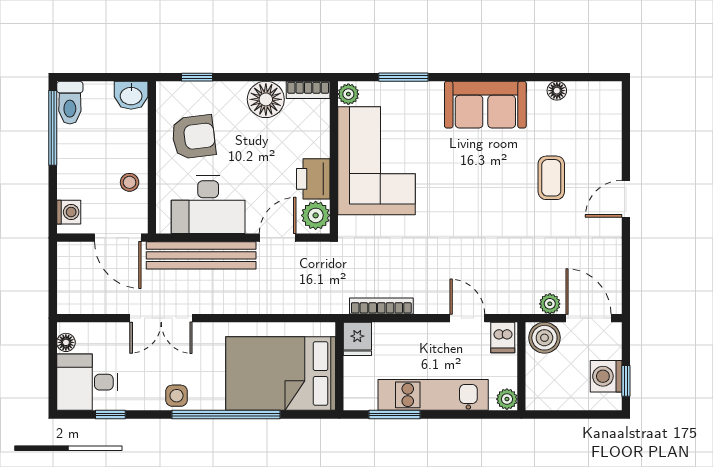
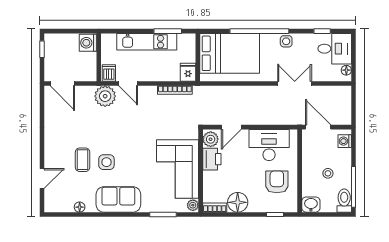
armchair: (194, 137) -> (277, 182), turned 97
side table: (507, 173) -> (106, 162), added
stool: (130, 182) -> (328, 173), moved
door: (626, 199) -> (42, 178), moved
bench: (201, 255) -> (273, 118), removed
plant: (550, 304) -> (105, 96), moved, width x1.87, depth x1.87
boiler: (544, 338) -> (86, 73), removed
washing machine: (606, 376) -> (88, 43), moved, turned 180
plant: (507, 399) -> (107, 39), removed

